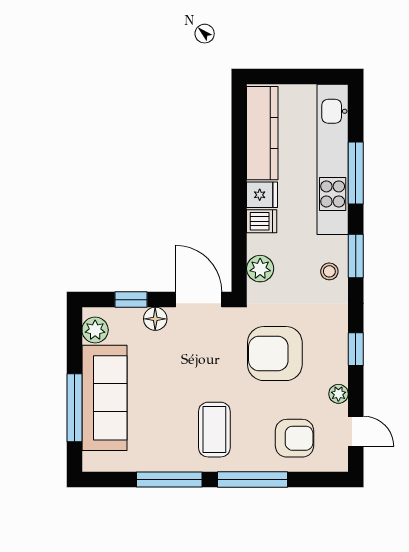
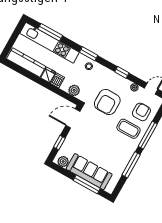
window: (356, 173) -> (50, 32), moved
floor lamp: (155, 319) -> (71, 138), removed
coffee table: (214, 430) -> (129, 129), moved

